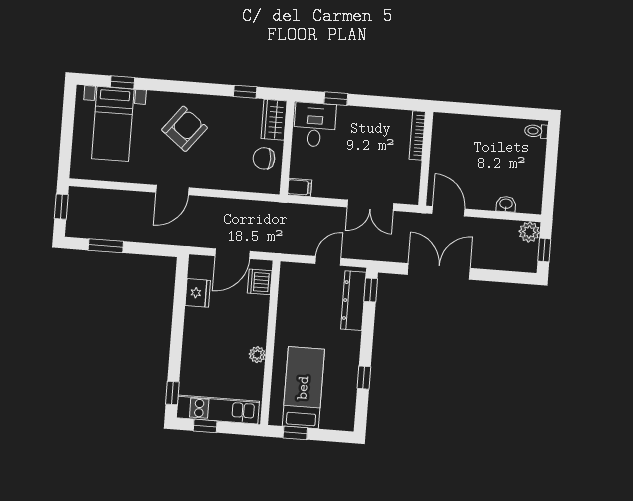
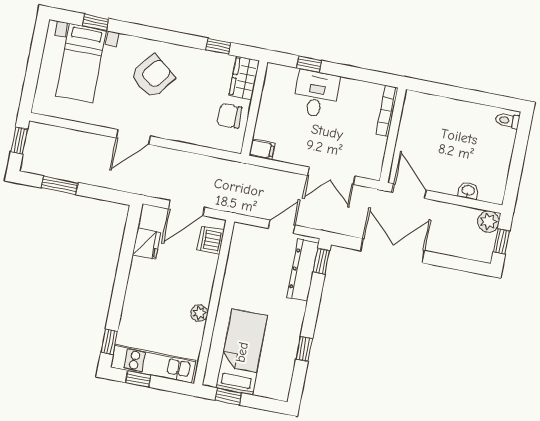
desk: (315, 125) -> (316, 94), moved

